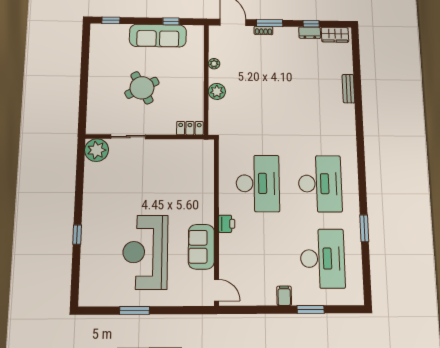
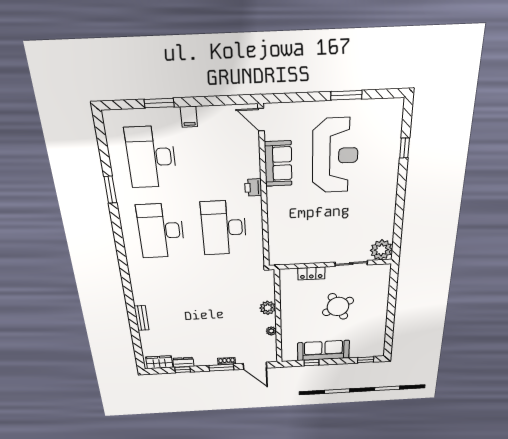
locker: (190, 128) -> (311, 273), moved
window: (77, 235) -> (405, 148), moved

